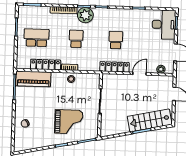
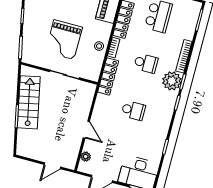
locker: (114, 67) -> (108, 76), moved
stairs: (150, 120) -> (29, 102), moved
grand piano: (69, 122) -> (64, 40), moved

